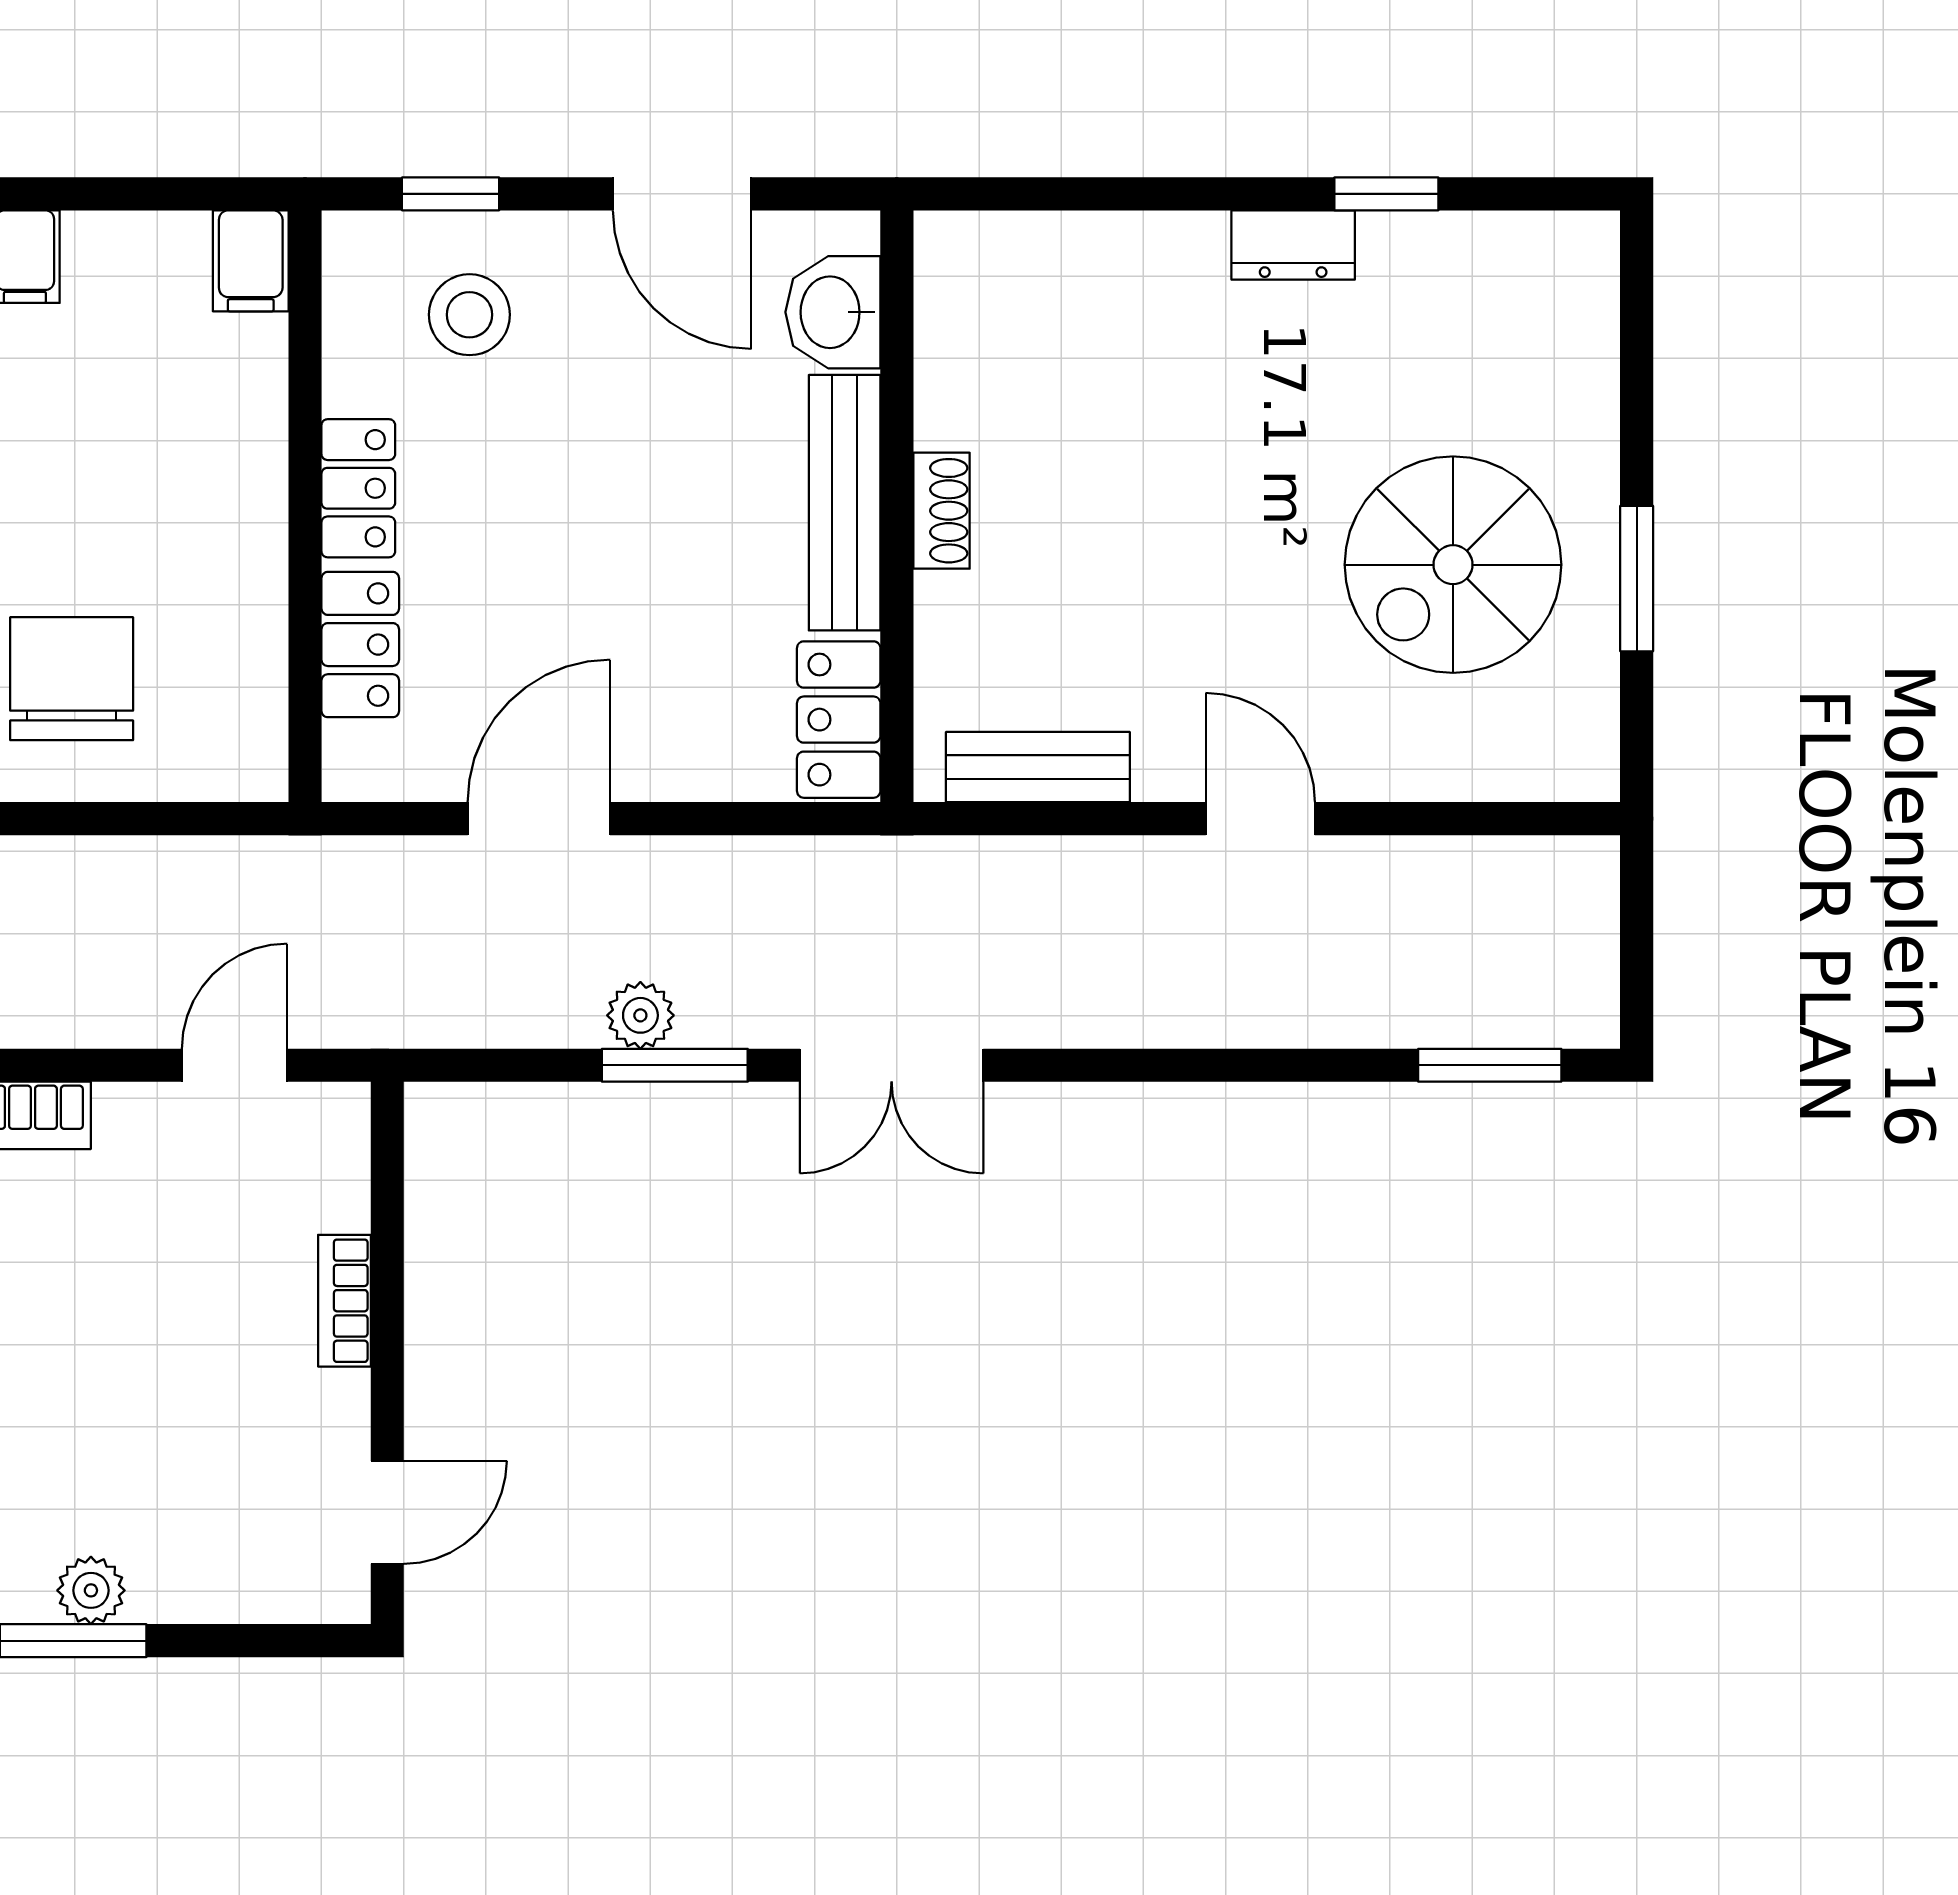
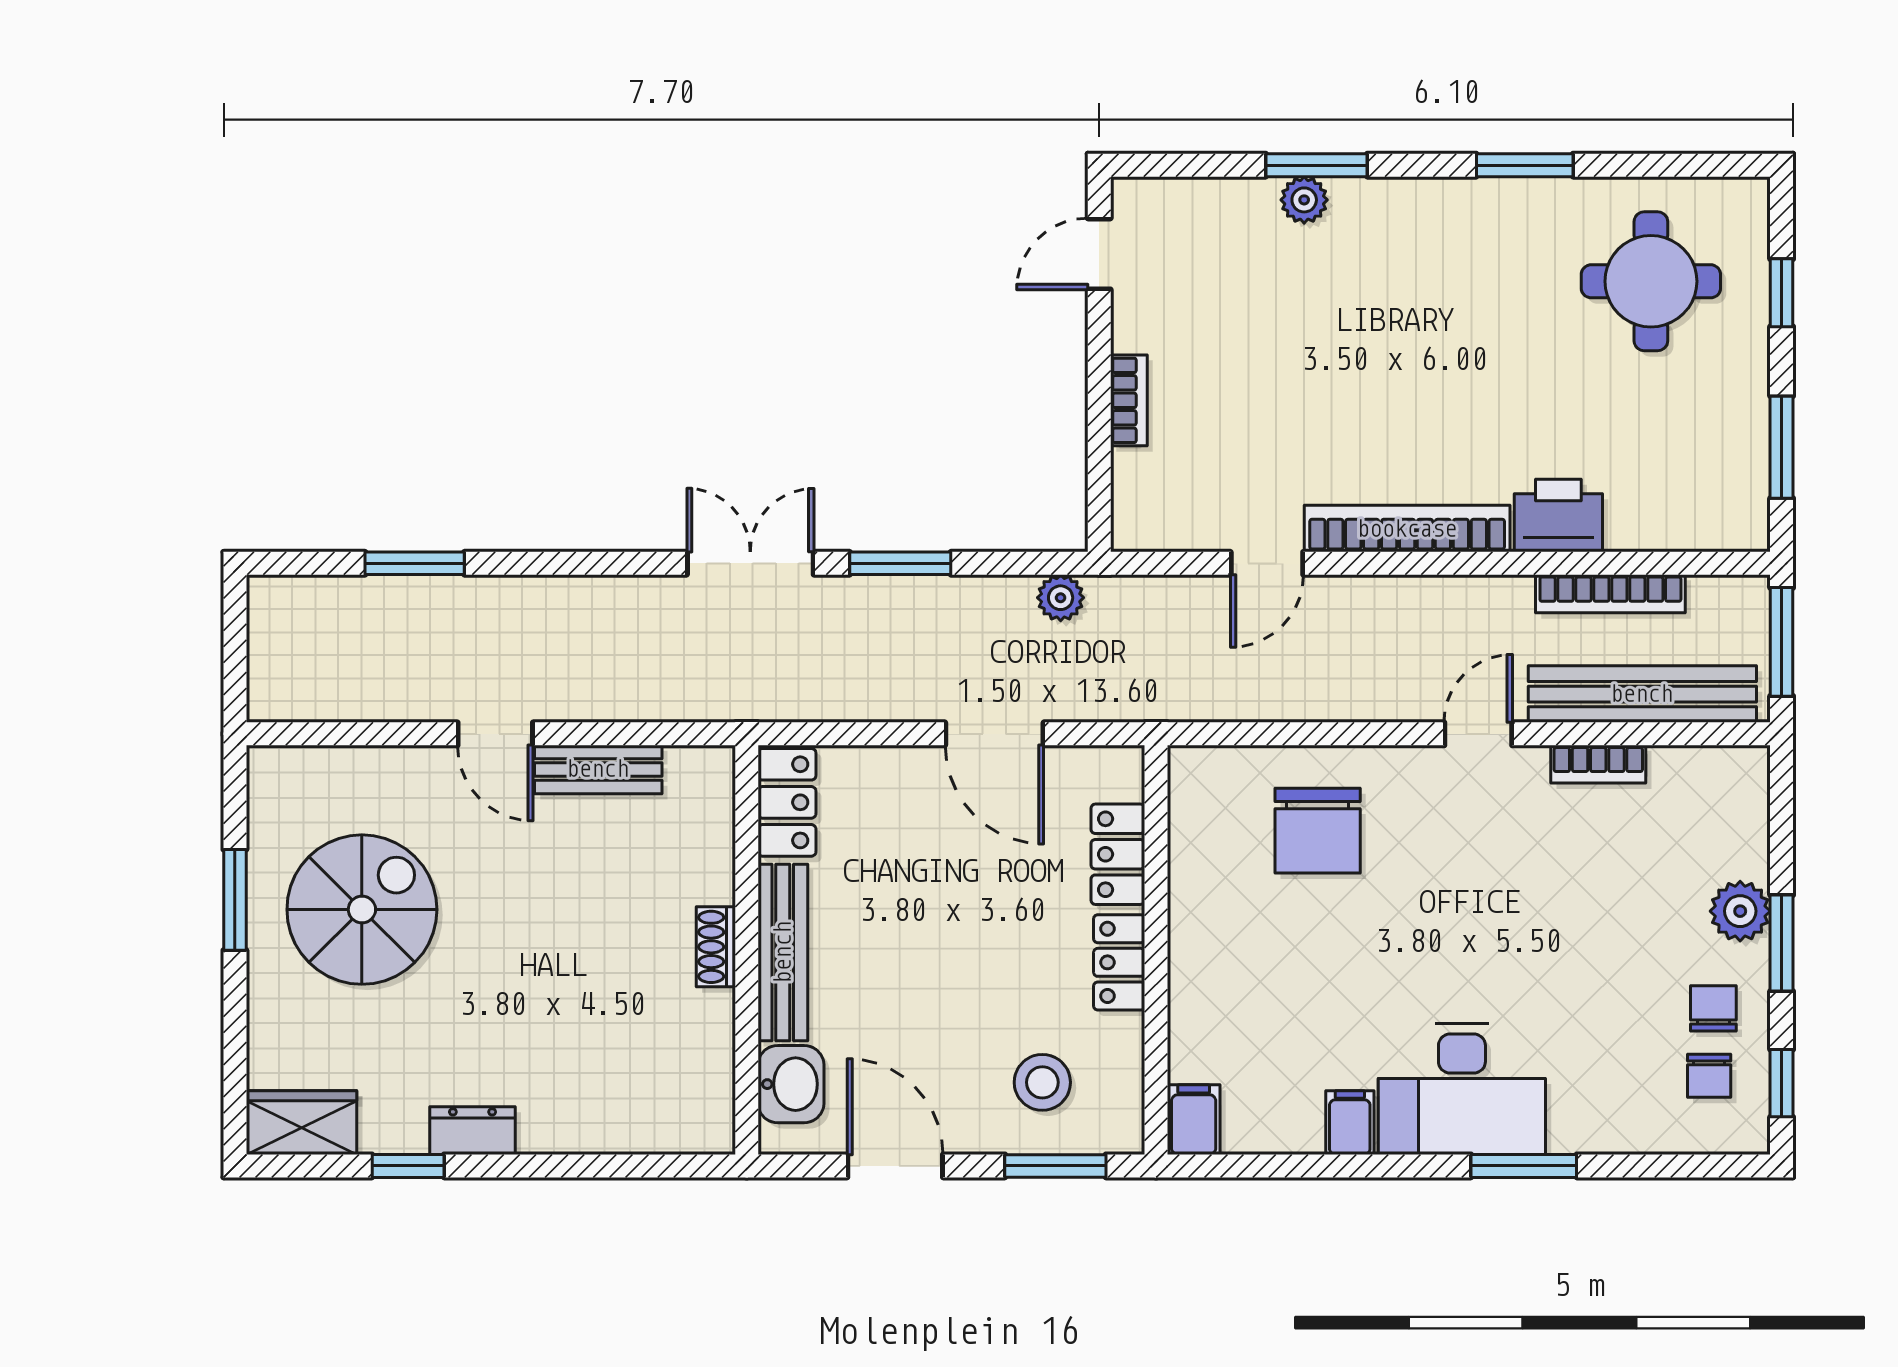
window: (451, 194) -> (1055, 1166), width x1.50
wardrobe: (1540, 257) -> (301, 1123), added
bench: (1038, 767) -> (598, 769), moved
door: (539, 819) -> (994, 734), hinge flipped
plant: (640, 1015) -> (1061, 598), moved
door: (235, 1065) -> (1267, 563), moved
window: (1490, 1065) -> (415, 563), moved

